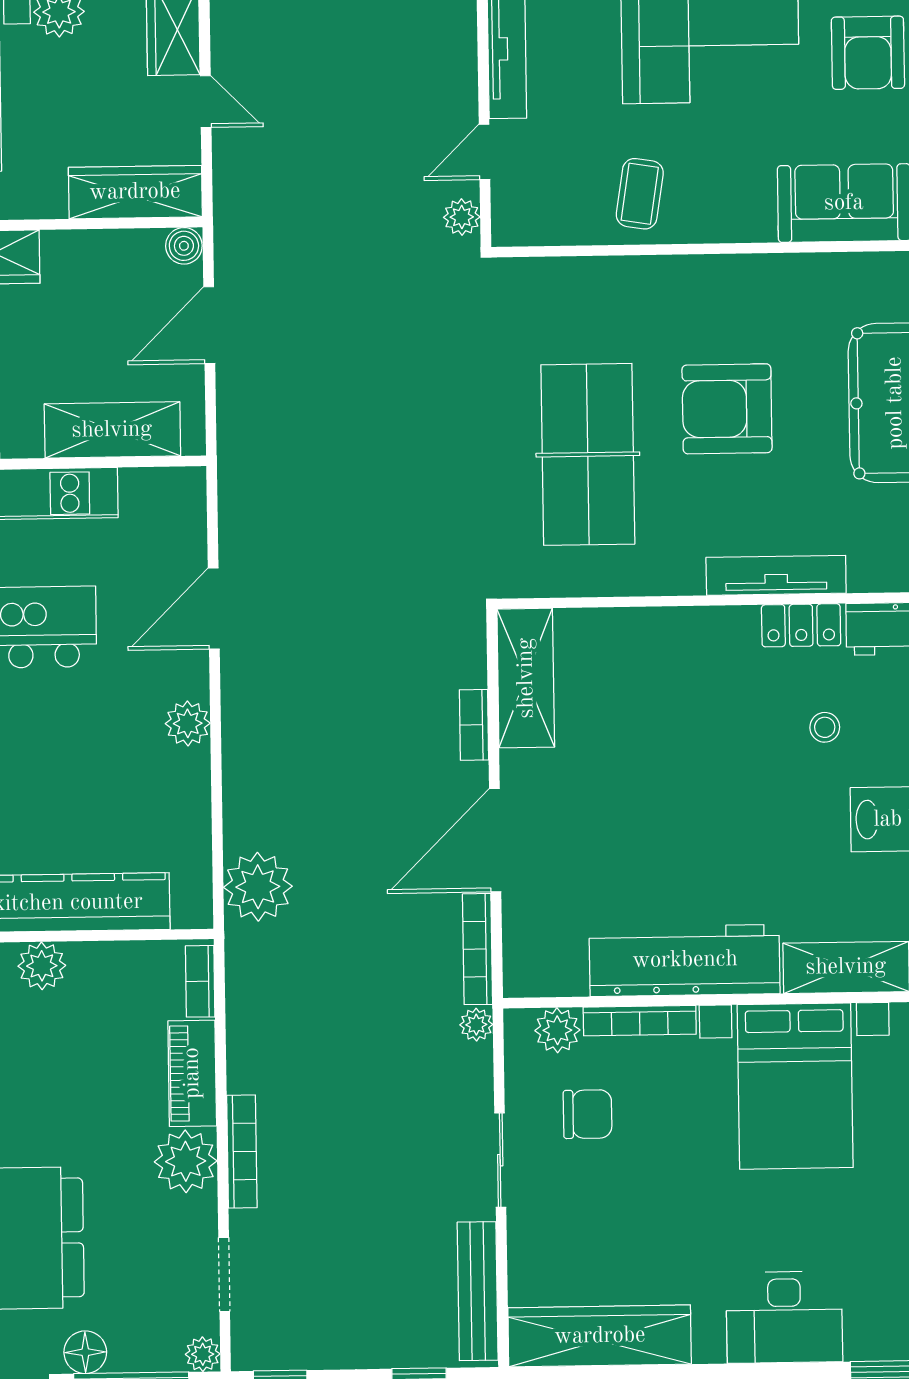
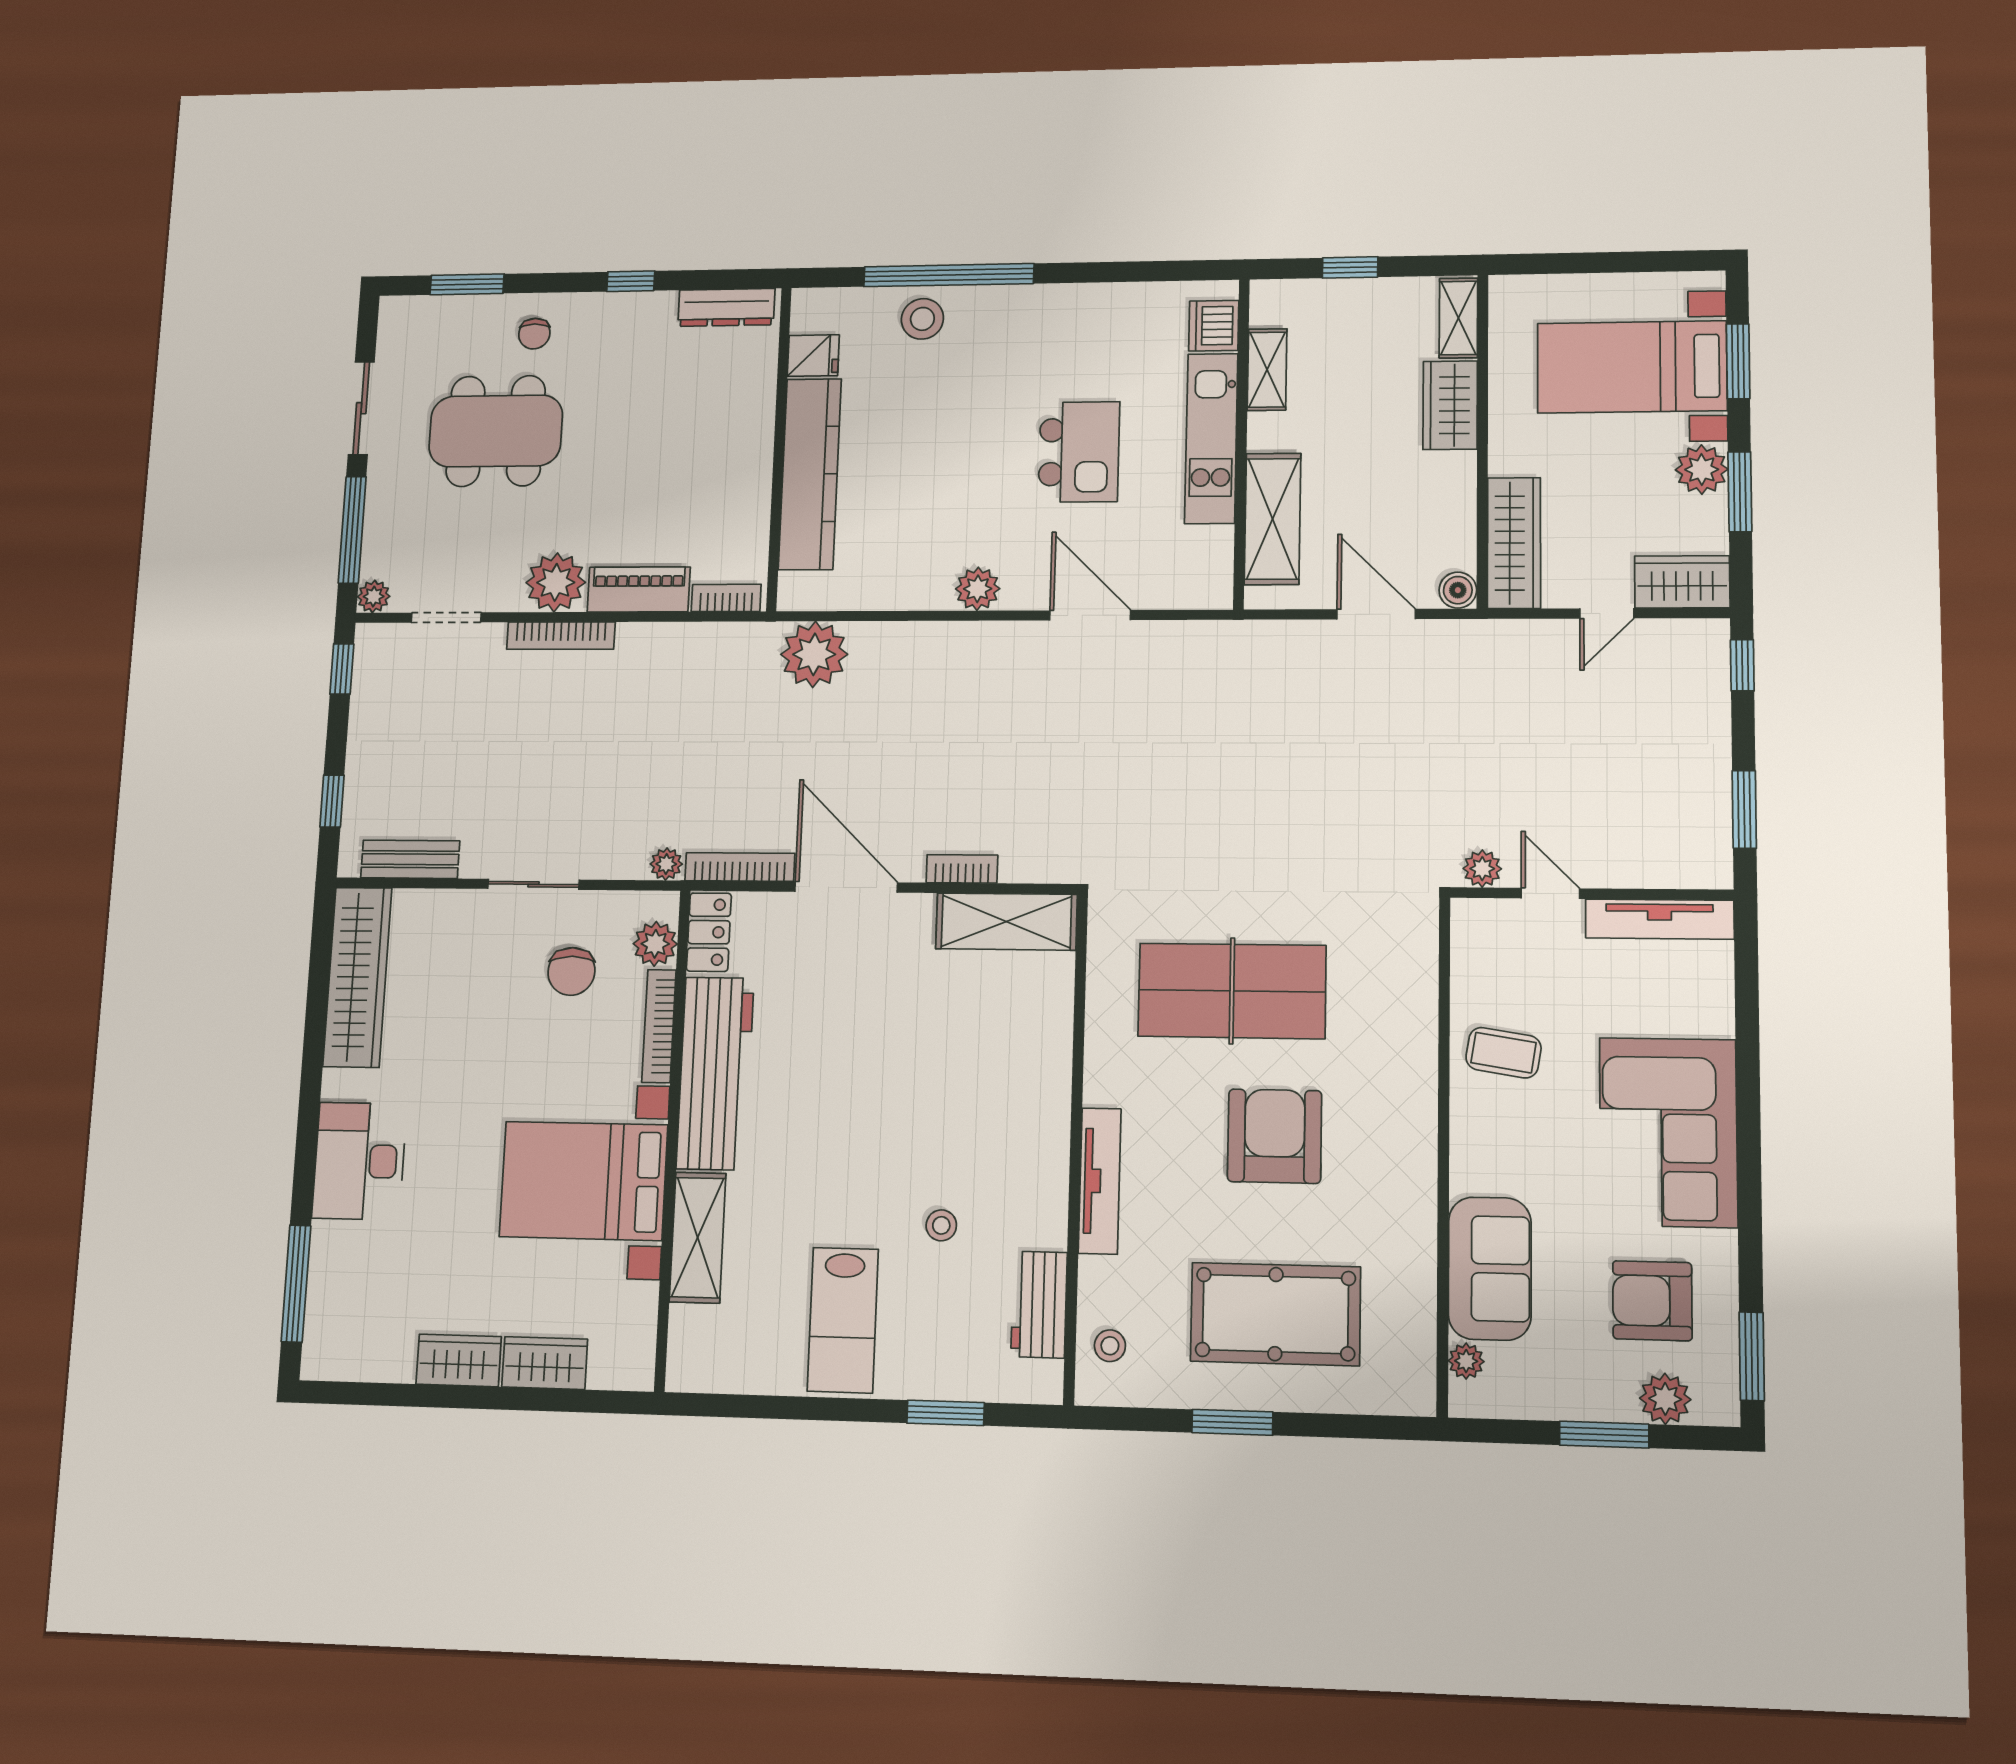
locker: (801, 625) -> (709, 932), moved, turned 180
plant: (42, 966) -> (751, 449), removed
bench: (478, 1291) -> (410, 859), width x0.73
floor lamp: (85, 1352) -> (385, 487), removed

